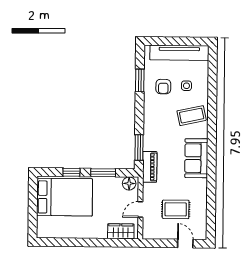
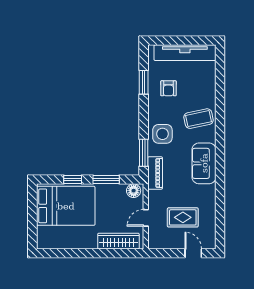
side table: (186, 86) -> (162, 134), moved, width x1.87, depth x1.87
wardrobe: (121, 231) -> (118, 241), width x1.50

